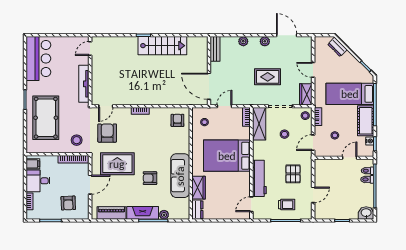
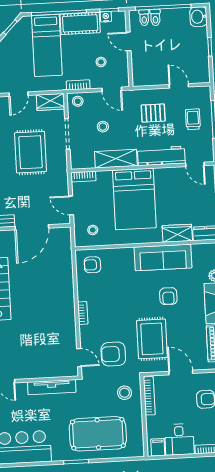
rug: (268, 77) -> (31, 152), width x1.36, depth x1.43
door: (209, 86) -> (32, 227), moved
shelving: (259, 124) -> (116, 159), moved

